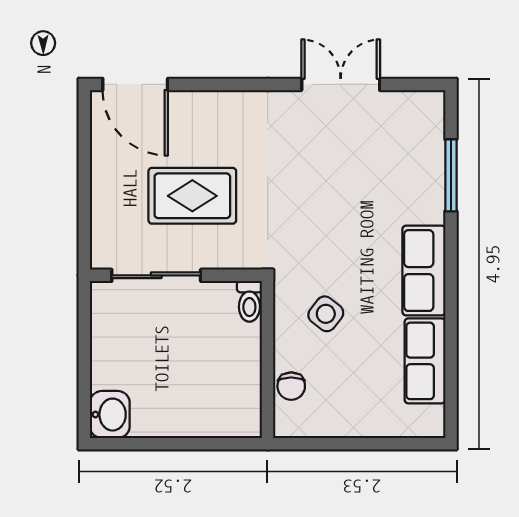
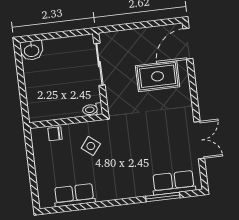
rug: (192, 196) -> (158, 76), moved, turned 90
row of seats: (424, 271) -> (174, 183), moved

